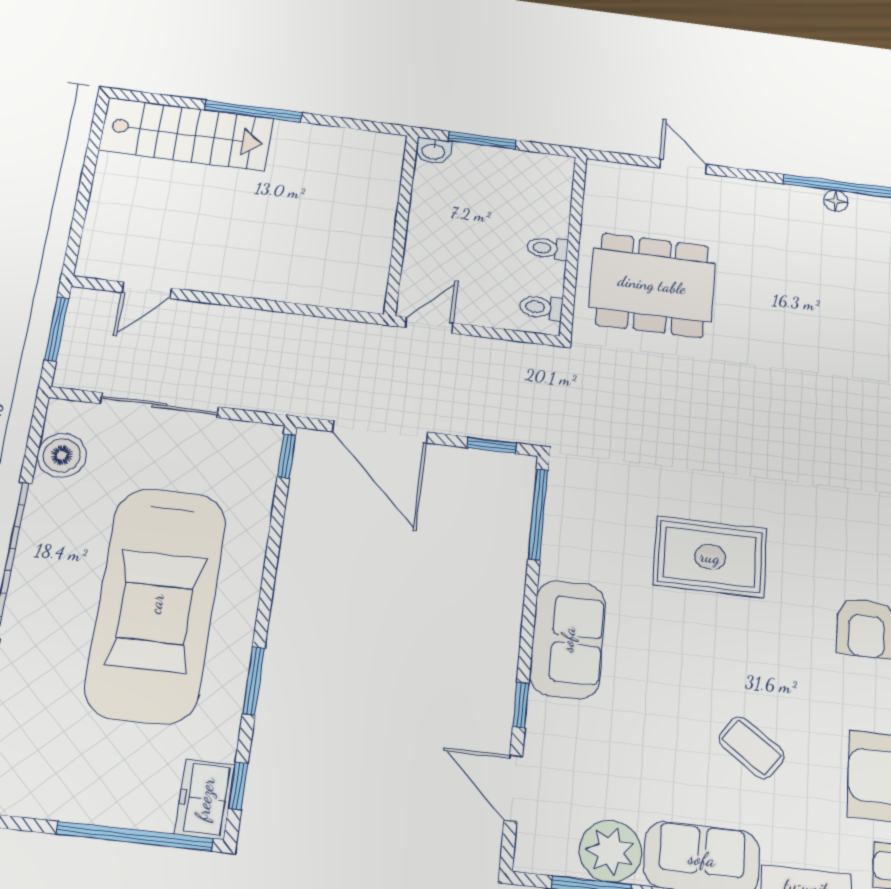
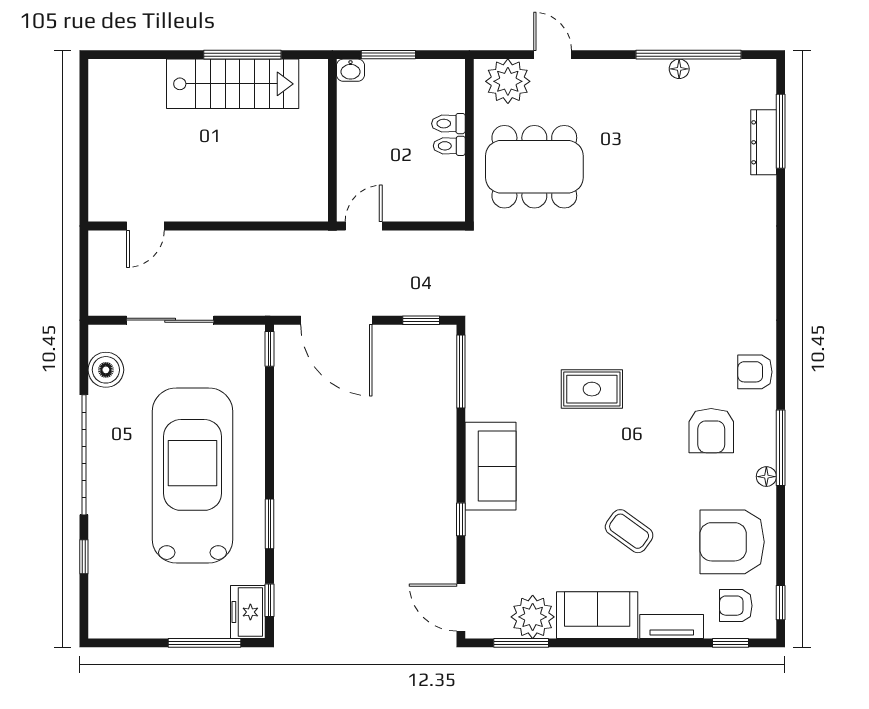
window: (253, 111) -> (242, 55), moved
stairs: (187, 134) -> (233, 84), moved
plant: (626, 187) -> (508, 81), added
toilet: (541, 307) -> (448, 124), moved
window: (57, 329) -> (84, 268), removed
rug: (710, 557) -> (592, 389), width x0.73, depth x0.70
car: (156, 604) -> (193, 475), turned 180
door: (513, 788) -> (461, 607), moved
window: (135, 836) -> (205, 643), width x0.68

